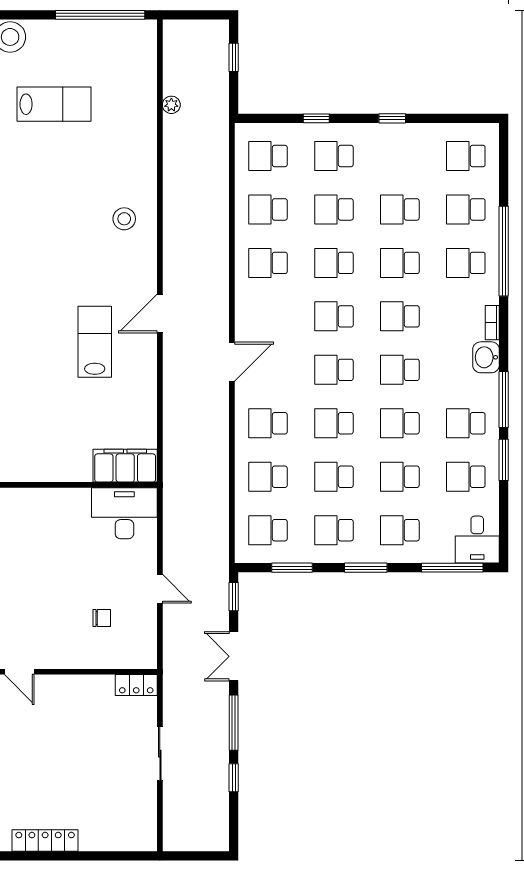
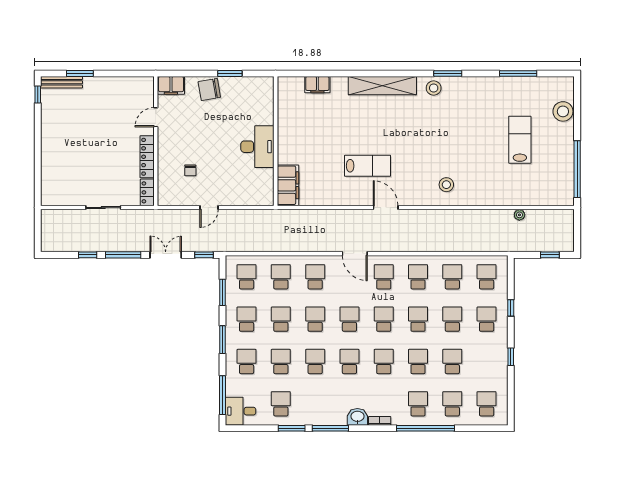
lab bench: (54, 104) -> (520, 140), turned 180
school desk: (466, 423) -> (384, 277), moved
desk: (124, 513) -> (257, 147), moved
locker: (45, 840) -> (147, 157), moved, turned 180

